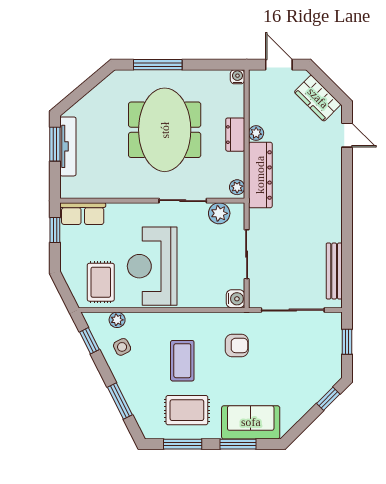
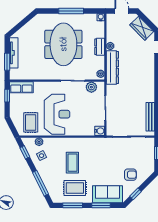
window: (158, 65) -> (71, 11), moved
window: (55, 144) -> (7, 62), moved
reception desk: (152, 266) -> (57, 114), turned 180
armchair: (237, 345) -> (130, 175), moved
window: (328, 399) -> (136, 194), moved
window: (120, 401) -> (40, 183), width x1.44

